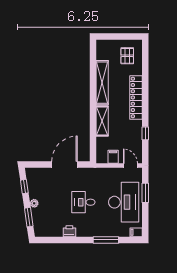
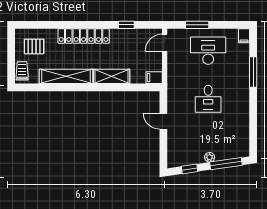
trolley: (107, 46) -> (22, 71), added
filing cabinet: (113, 157) -> (154, 78), moved
door: (64, 164) -> (163, 121), width x0.53
desk: (124, 202) -> (208, 51), width x0.73, depth x0.77
window: (29, 217) -> (226, 164), width x1.44
printer: (69, 231) -> (243, 115), removed

